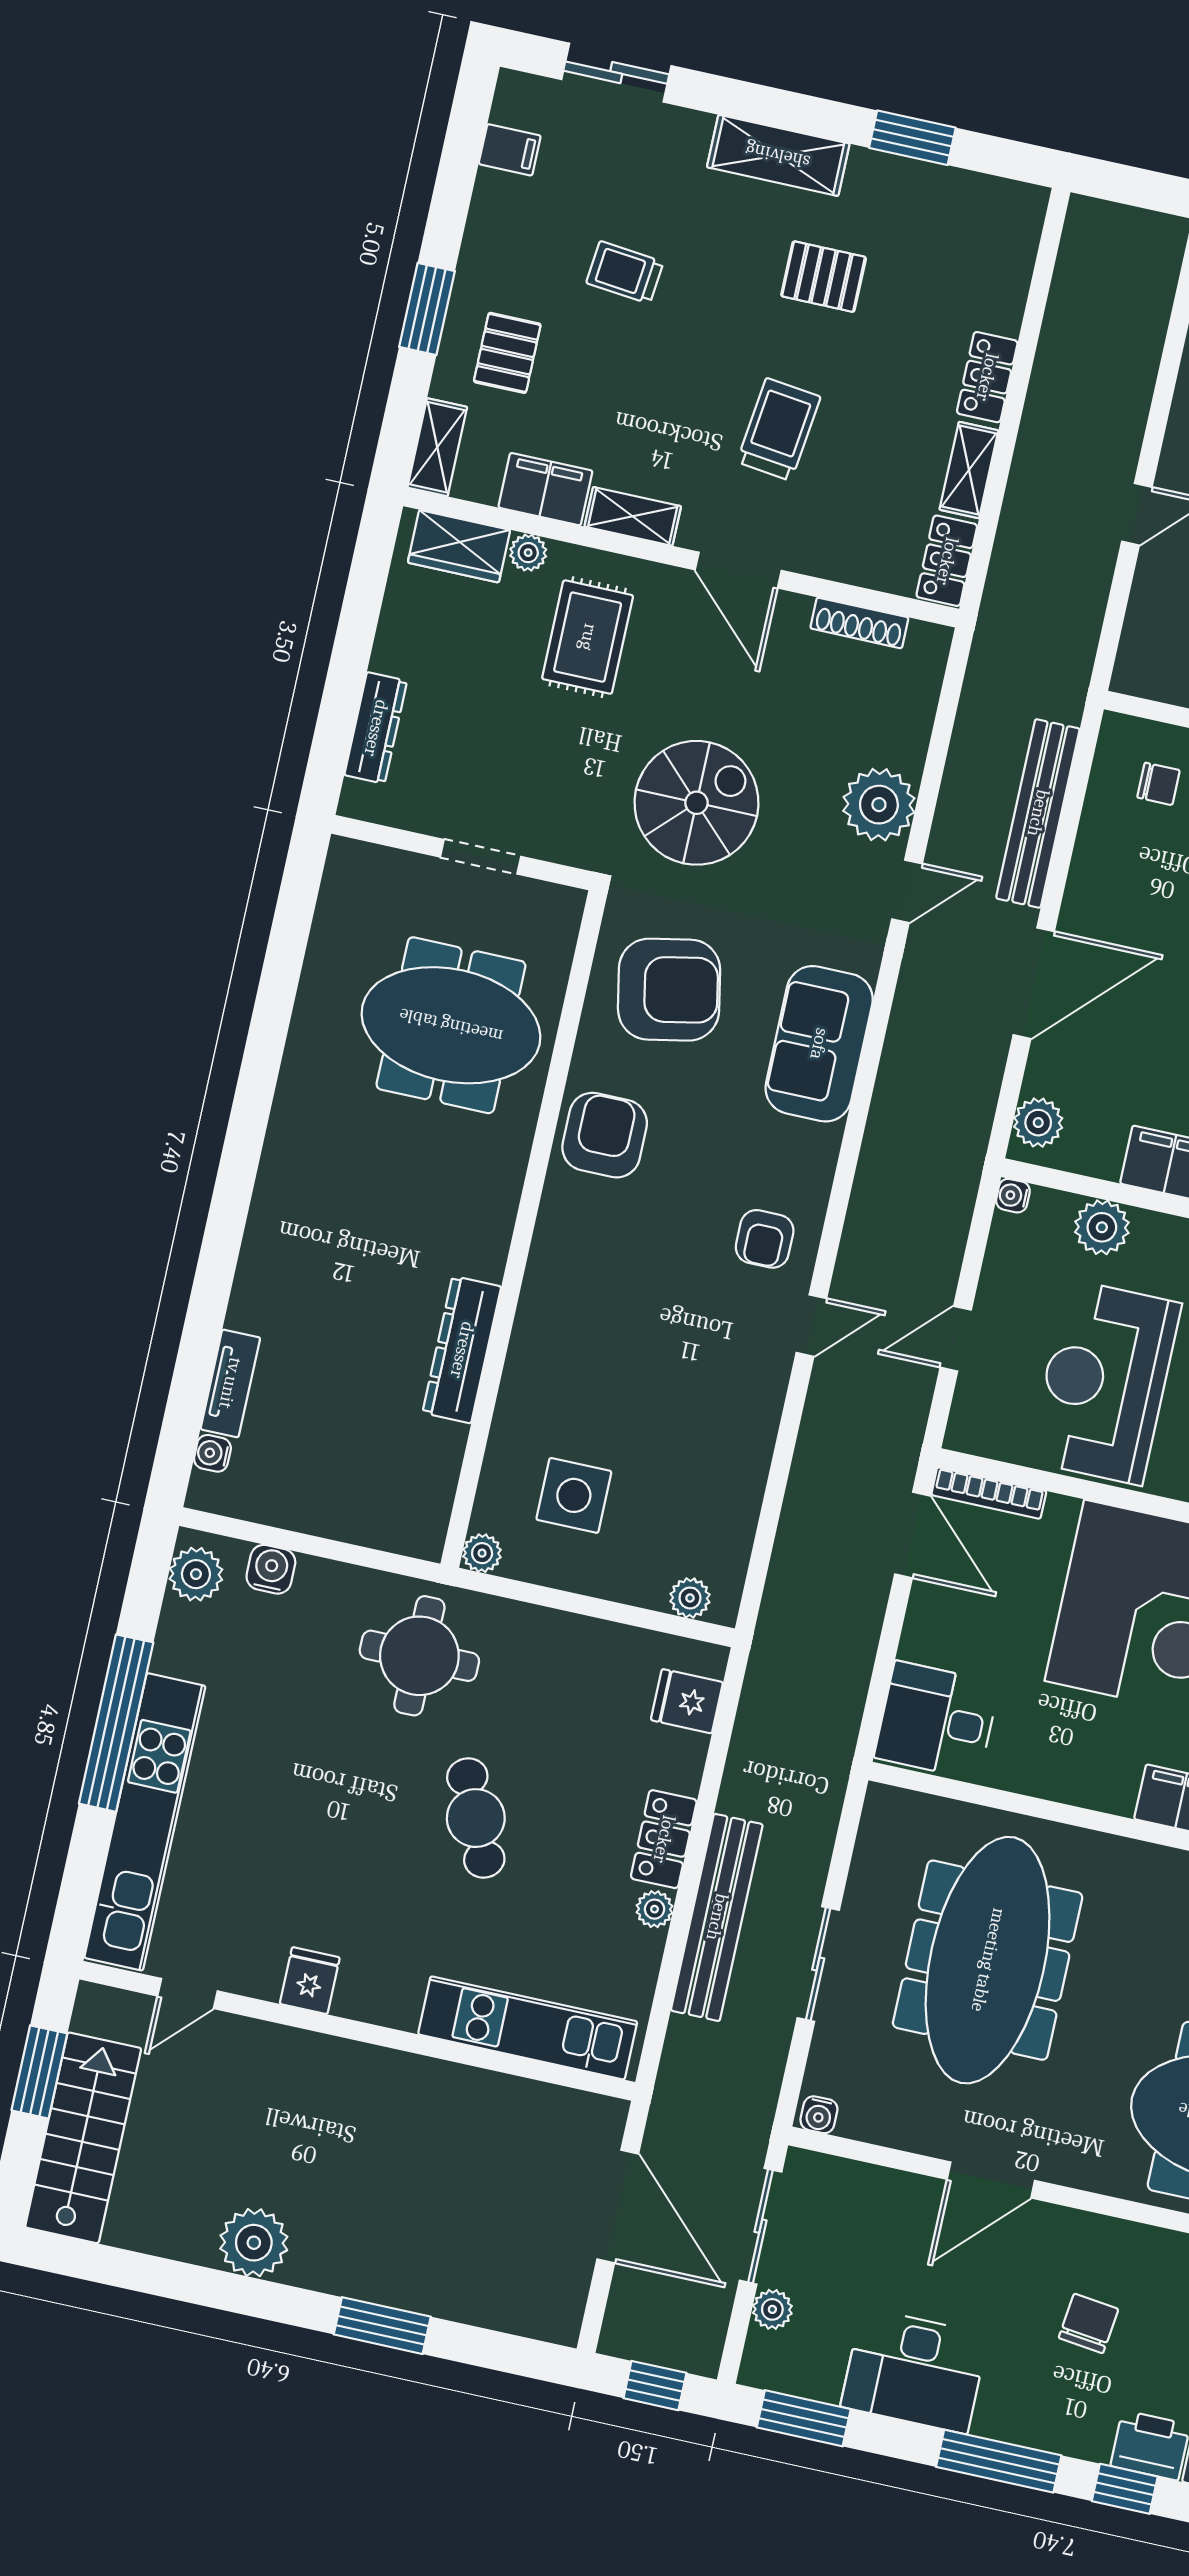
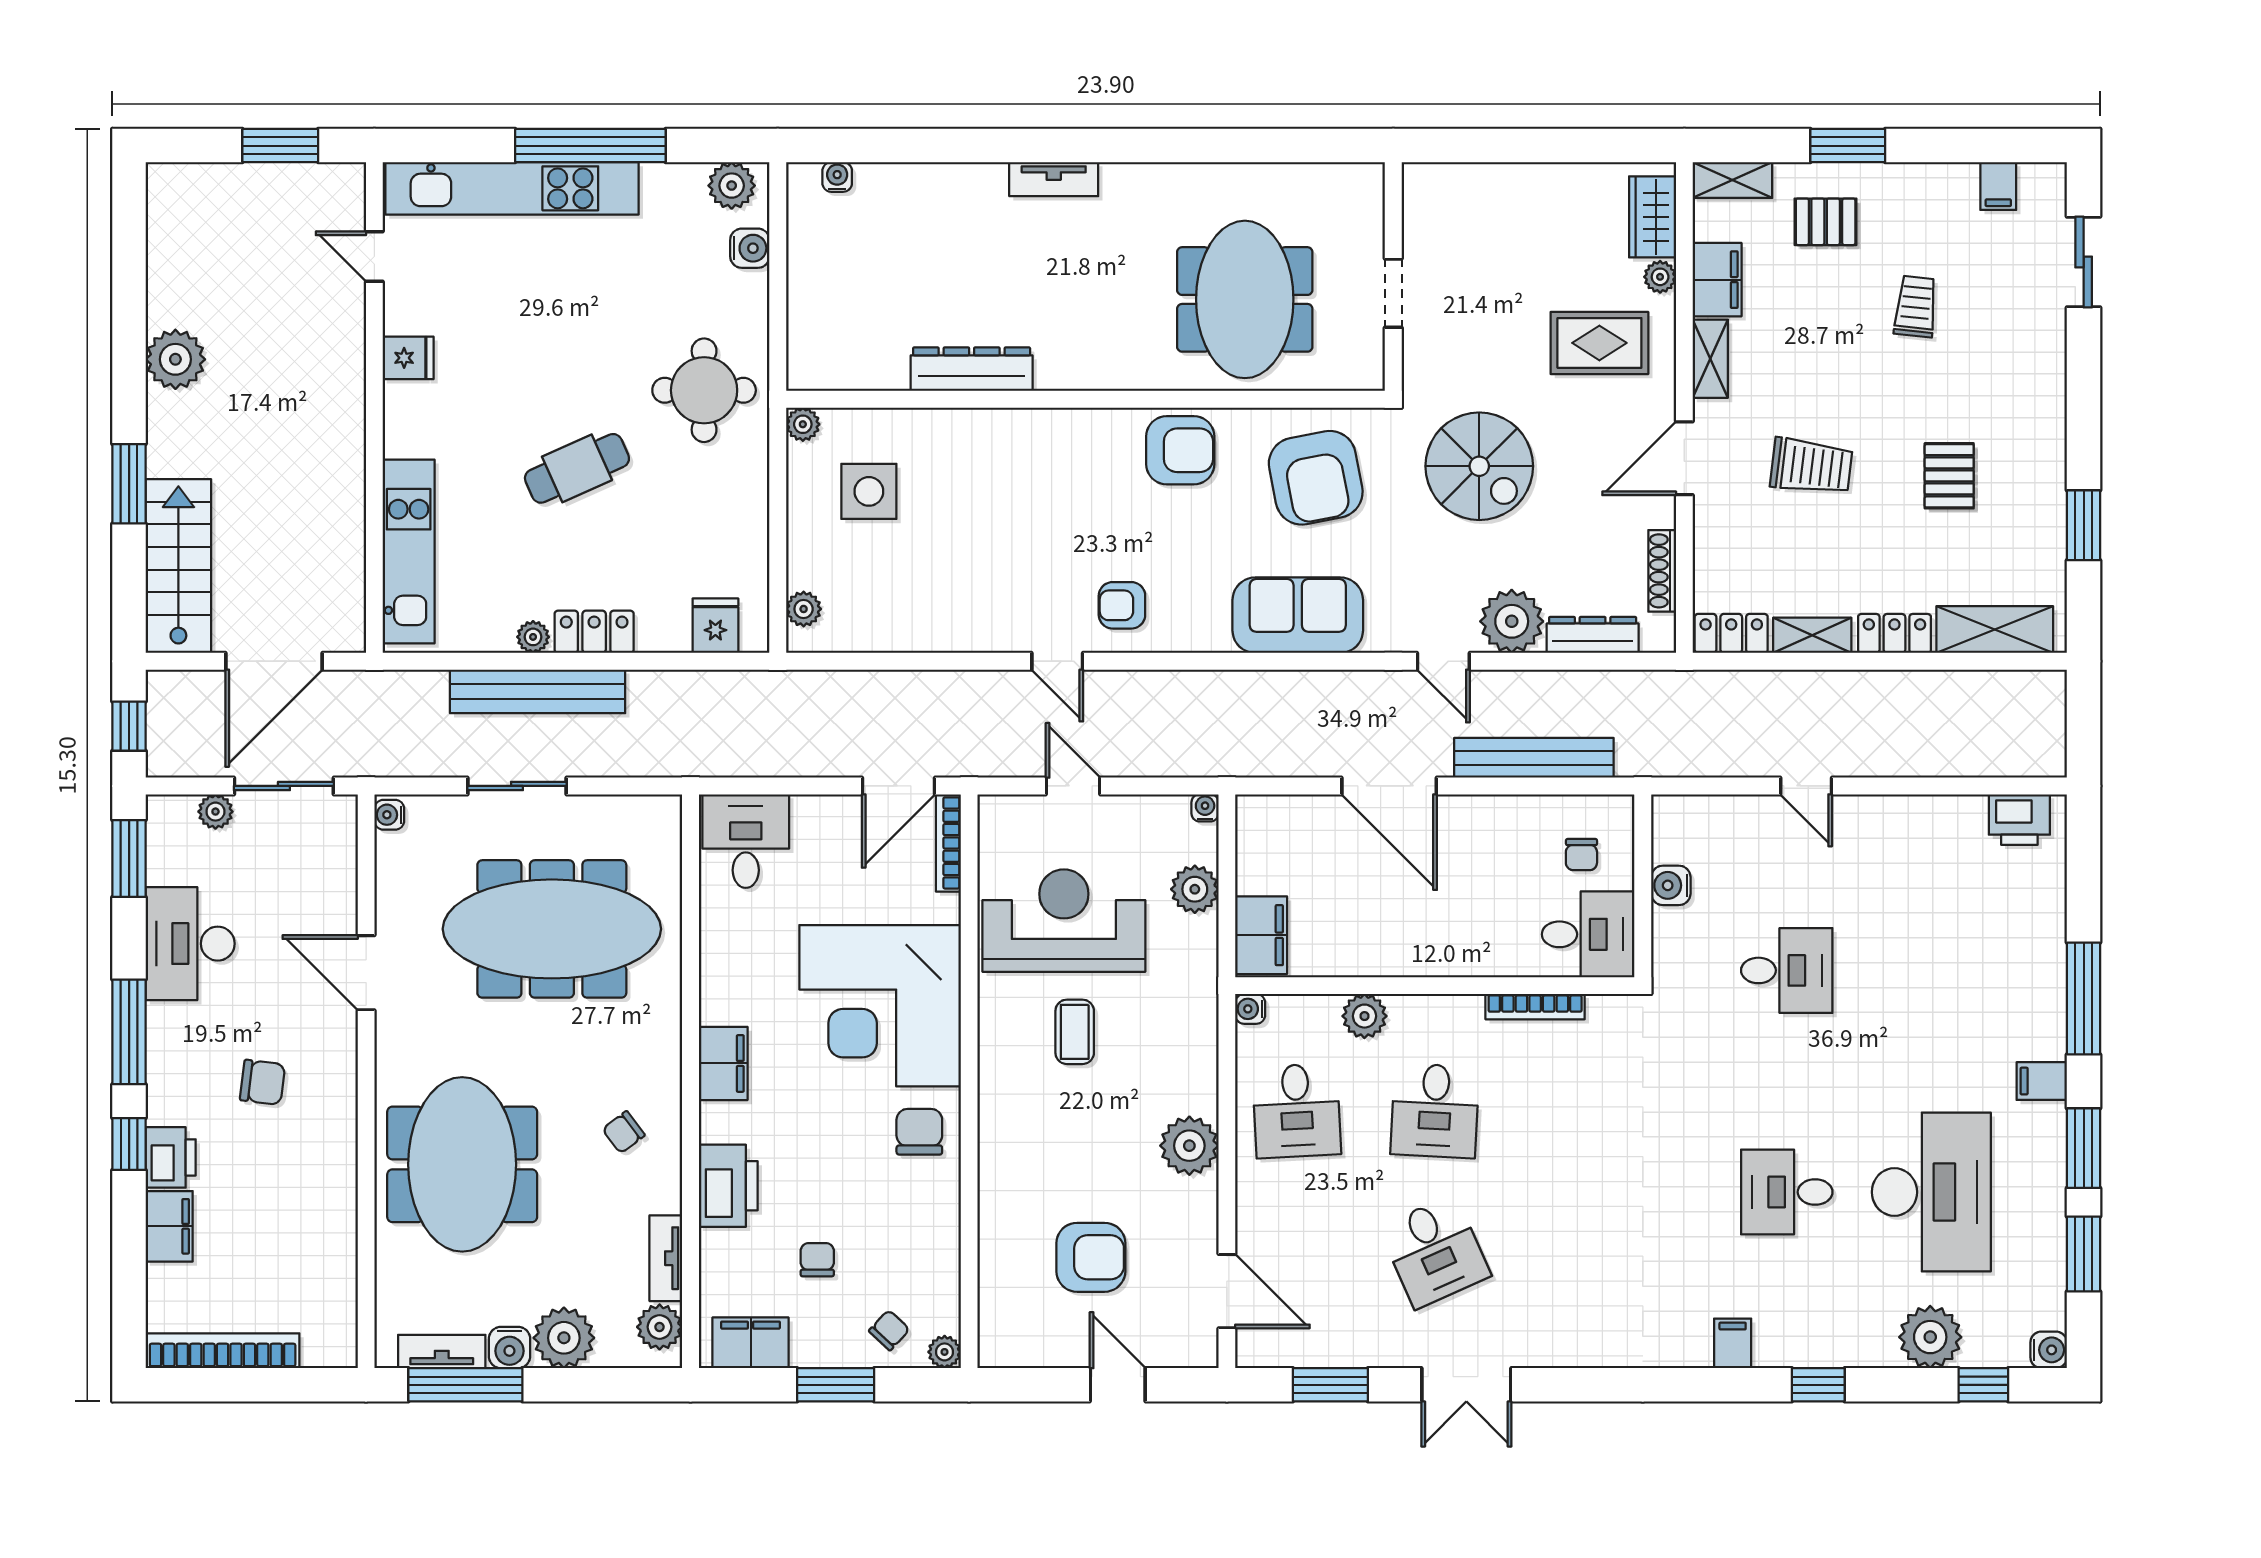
shelving: (778, 155) -> (1995, 630), moved, turned 90
dresser: (376, 728) -> (1593, 635), moved, turned 180
plant: (1038, 1123) -> (1272, 816), removed
tv unit: (230, 1383) -> (1054, 179), moved
stairs: (83, 2138) -> (178, 566), moved, turned -90

